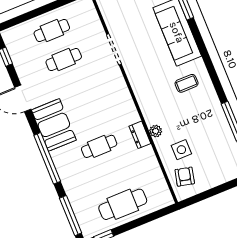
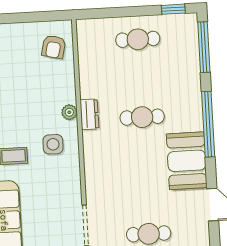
side table: (181, 150) -> (53, 144), moved
cafe table: (123, 204) -> (138, 39), width x0.73, depth x0.74

